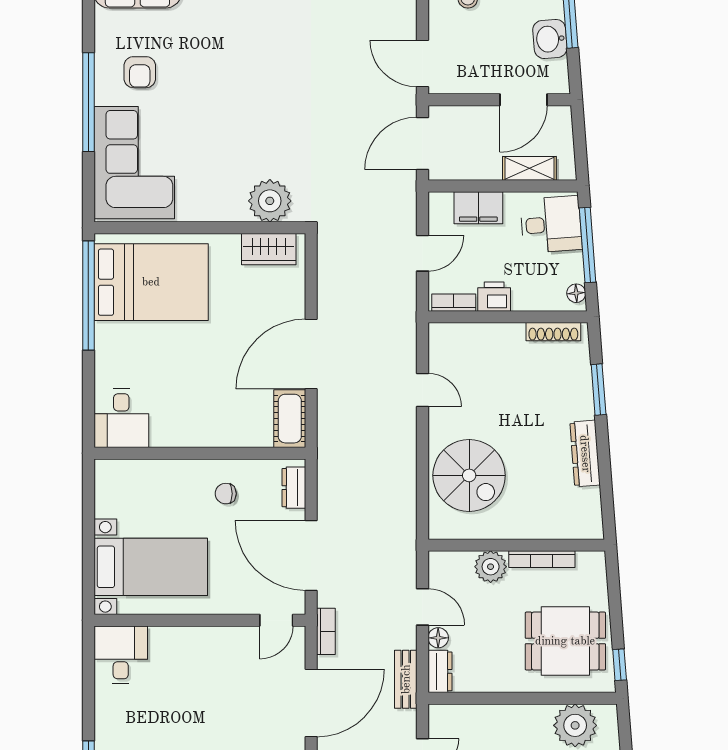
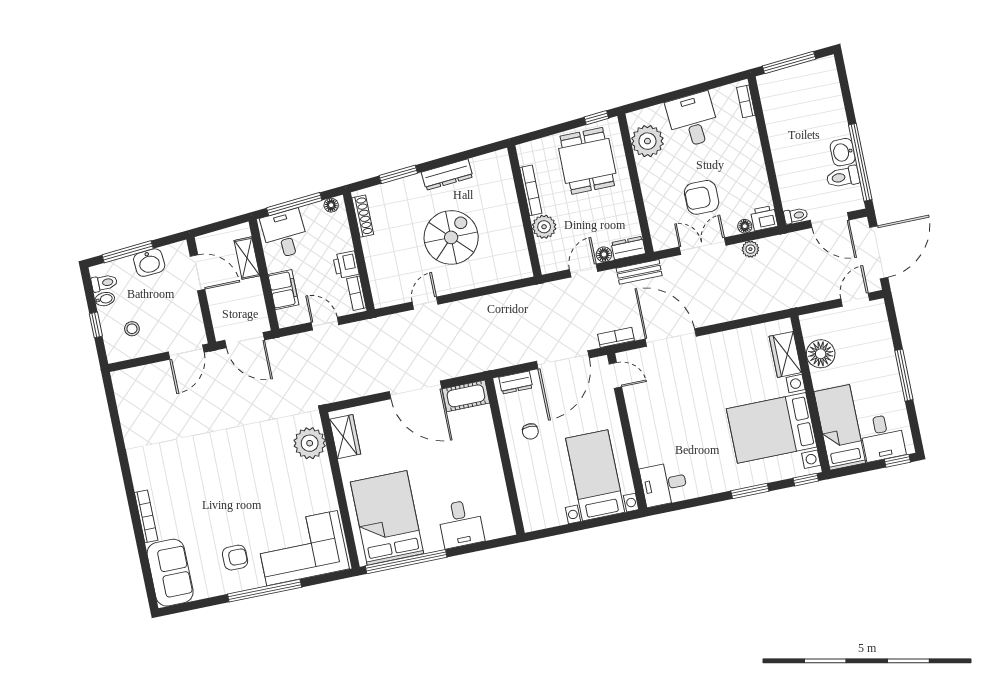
desk: (121, 418) -> (461, 524), moved, turned 90
spiral stairs: (469, 475) -> (451, 237), moved

